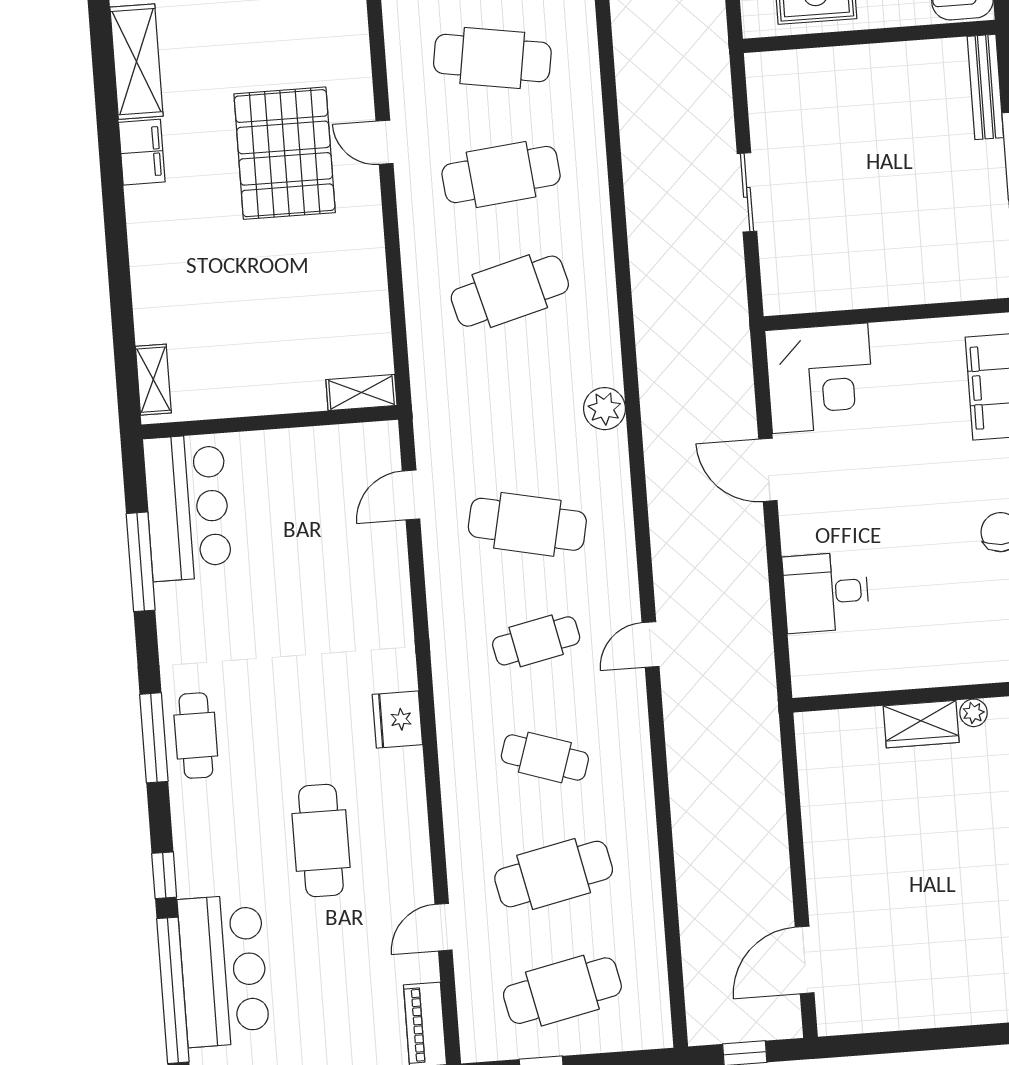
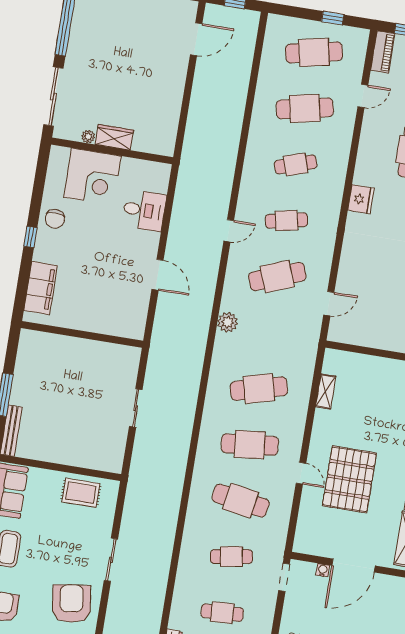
corner desk: (820, 378) -> (92, 177), moved, turned 180
shelving: (361, 392) -> (326, 392), moved, turned 90
cafe table: (527, 524) -> (277, 277), turned -33
door: (651, 644) -> (229, 231), moved
cafe table: (545, 757) -> (296, 164), turned -36

